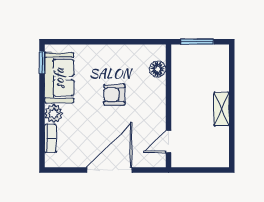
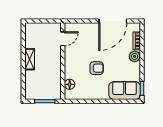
sofa: (59, 78) -> (125, 91), moved, turned 90
door: (109, 170) -> (113, 21), moved

